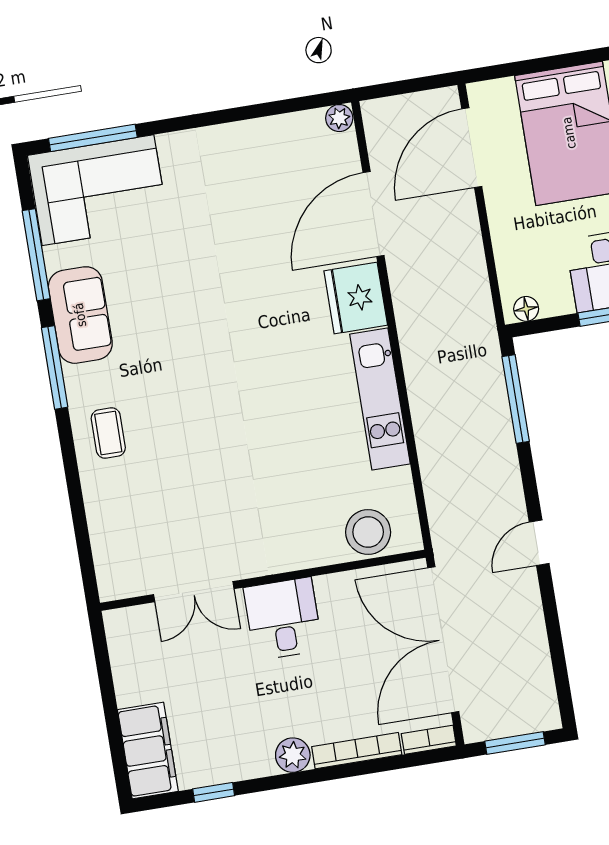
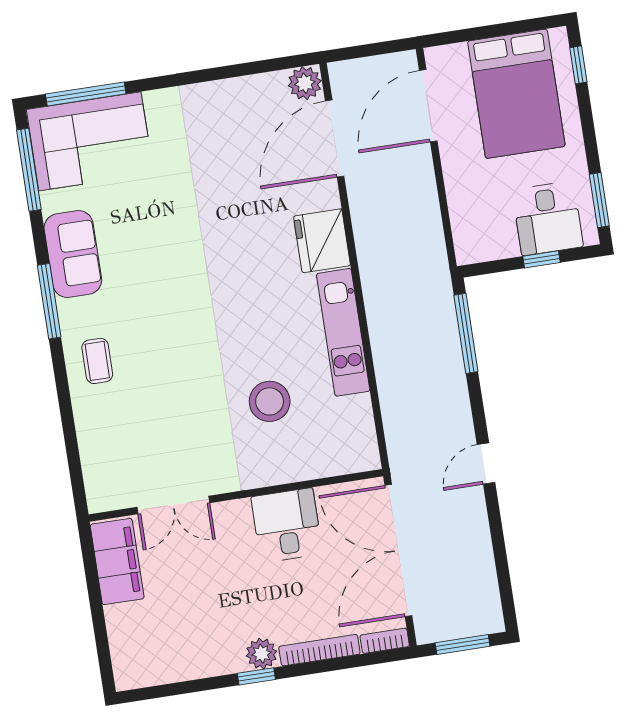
plant: (339, 118) -> (305, 83), width x1.38, depth x1.38
door: (373, 214) -> (335, 139), moved
window: (36, 255) -> (29, 170), moved
floor lamp: (526, 309) -> (476, 252), removed
stool: (368, 532) -> (270, 401), moved
desk: (283, 619) -> (287, 525), moved
filing cabinet: (148, 751) -> (117, 561), moved
window: (214, 792) -> (256, 676), moved

